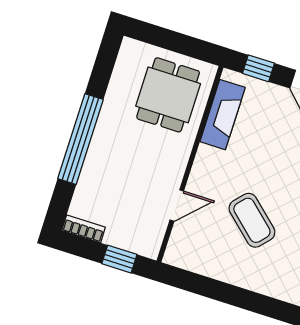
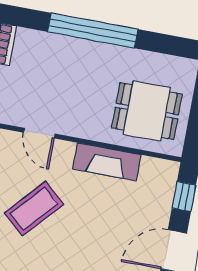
fireplace: (223, 115) -> (107, 162), moved

